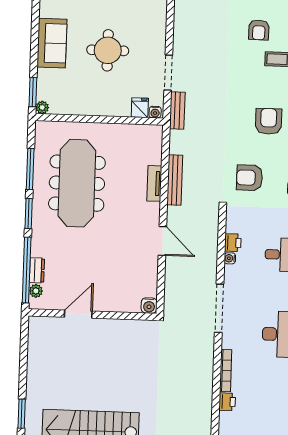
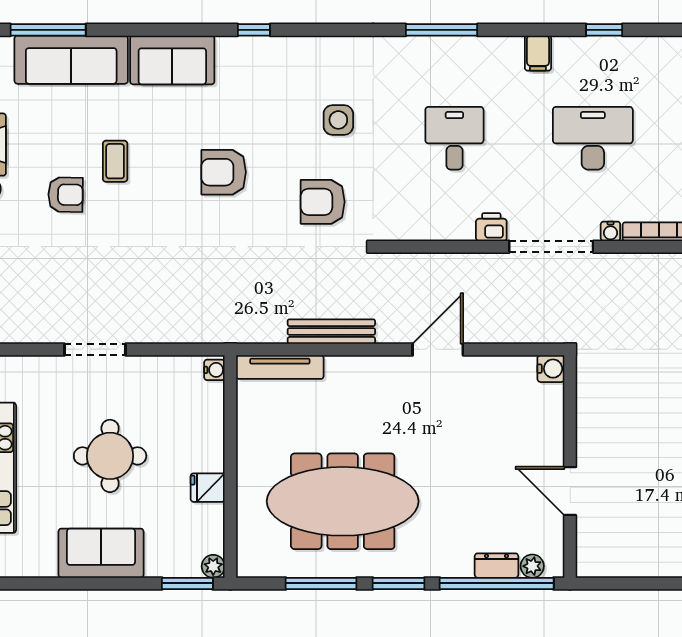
doorway: (168, 73) -> (95, 349), moved
fridge: (140, 108) -> (208, 488), moved
bench: (177, 111) -> (210, 331), removed
armchair: (250, 178) -> (323, 202), turned 90
tv unit: (154, 183) -> (280, 367), moved, width x1.41
printer: (233, 243) -> (491, 227), moved
water cooler: (230, 258) -> (610, 231), moved

